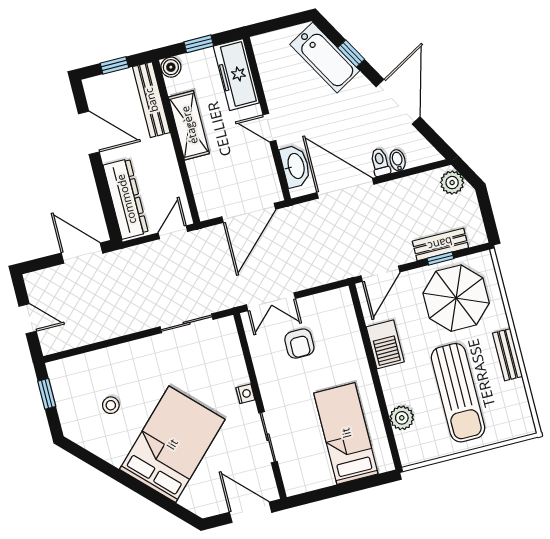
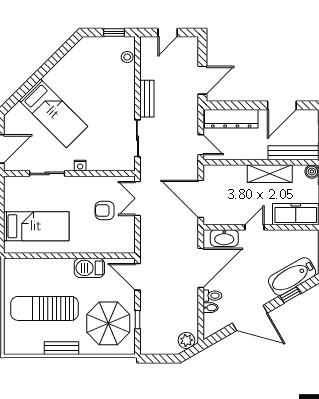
bench: (440, 244) -> (147, 99), moved
stool: (111, 405) -> (127, 57), moved
plant: (402, 418) -> (37, 266), removed
bed: (172, 444) -> (53, 113), width x0.67

